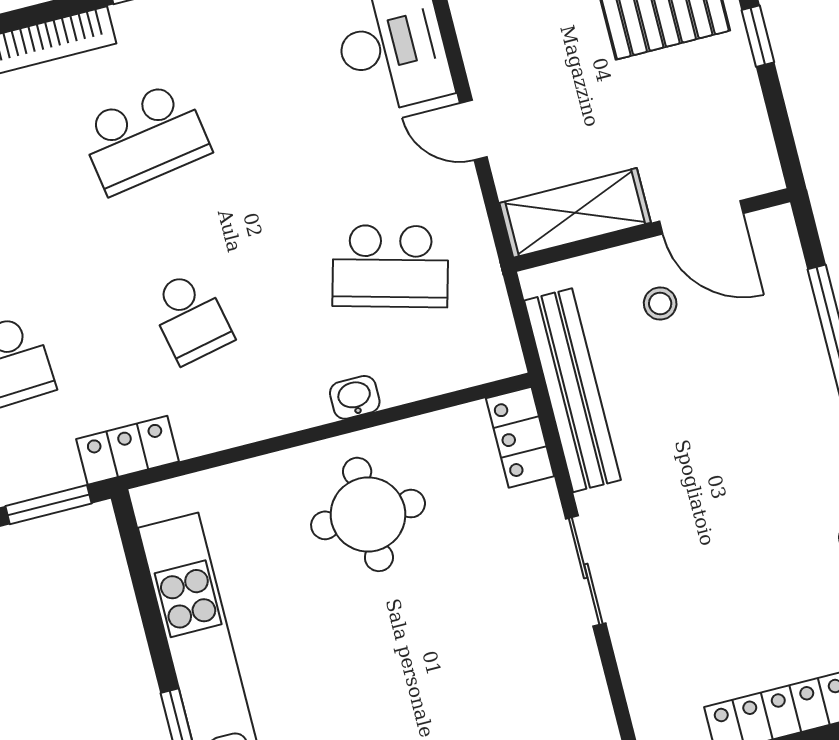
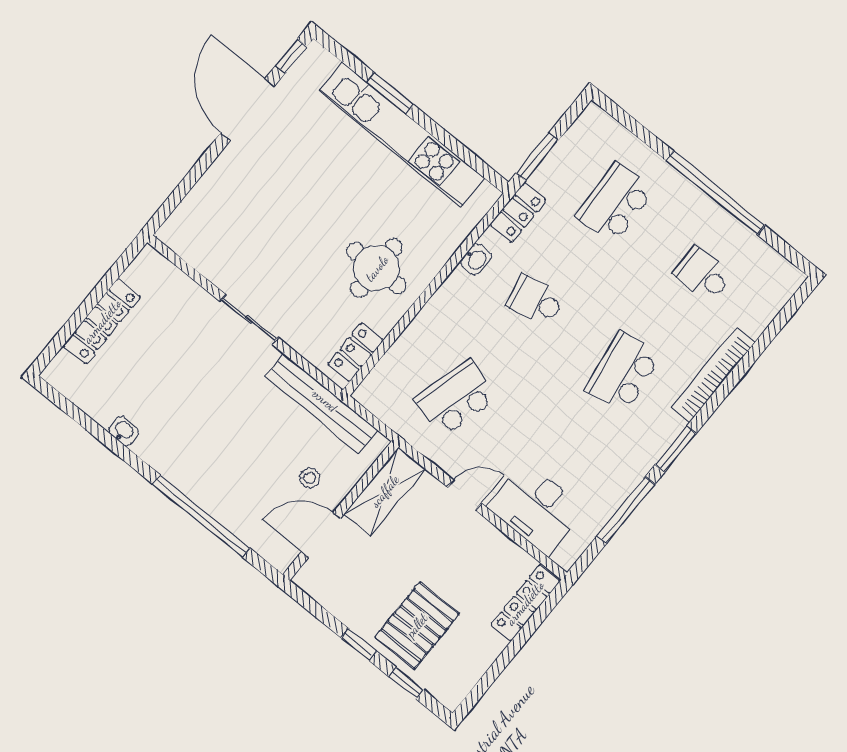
washbasin: (355, 397) -> (476, 259), moved
locker: (520, 437) -> (355, 352), moved, turned -90

